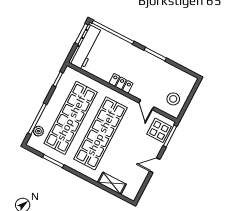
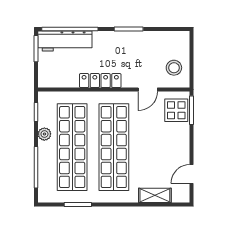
workbench: (86, 47) -> (65, 41), moved, turned 90
locker: (121, 83) -> (100, 81), width x1.53
door: (146, 105) -> (148, 90), hinge flipped
plant: (38, 131) -> (44, 134), moved
door: (155, 165) -> (192, 174), moved

